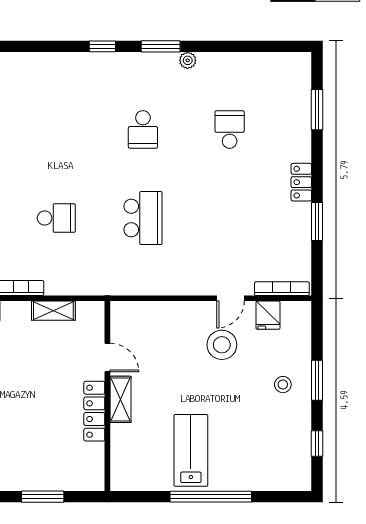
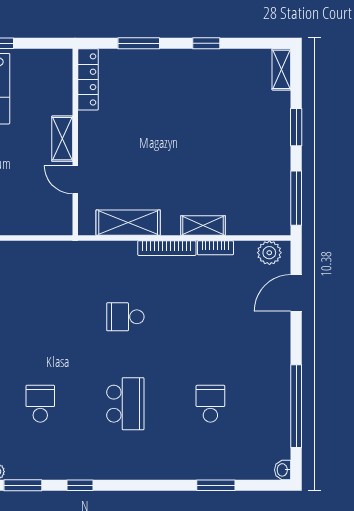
school desk: (143, 218) -> (125, 404), moved, turned 180
shelving: (53, 311) -> (128, 223), width x1.50, depth x1.33
locker: (94, 411) -> (88, 79), moved

